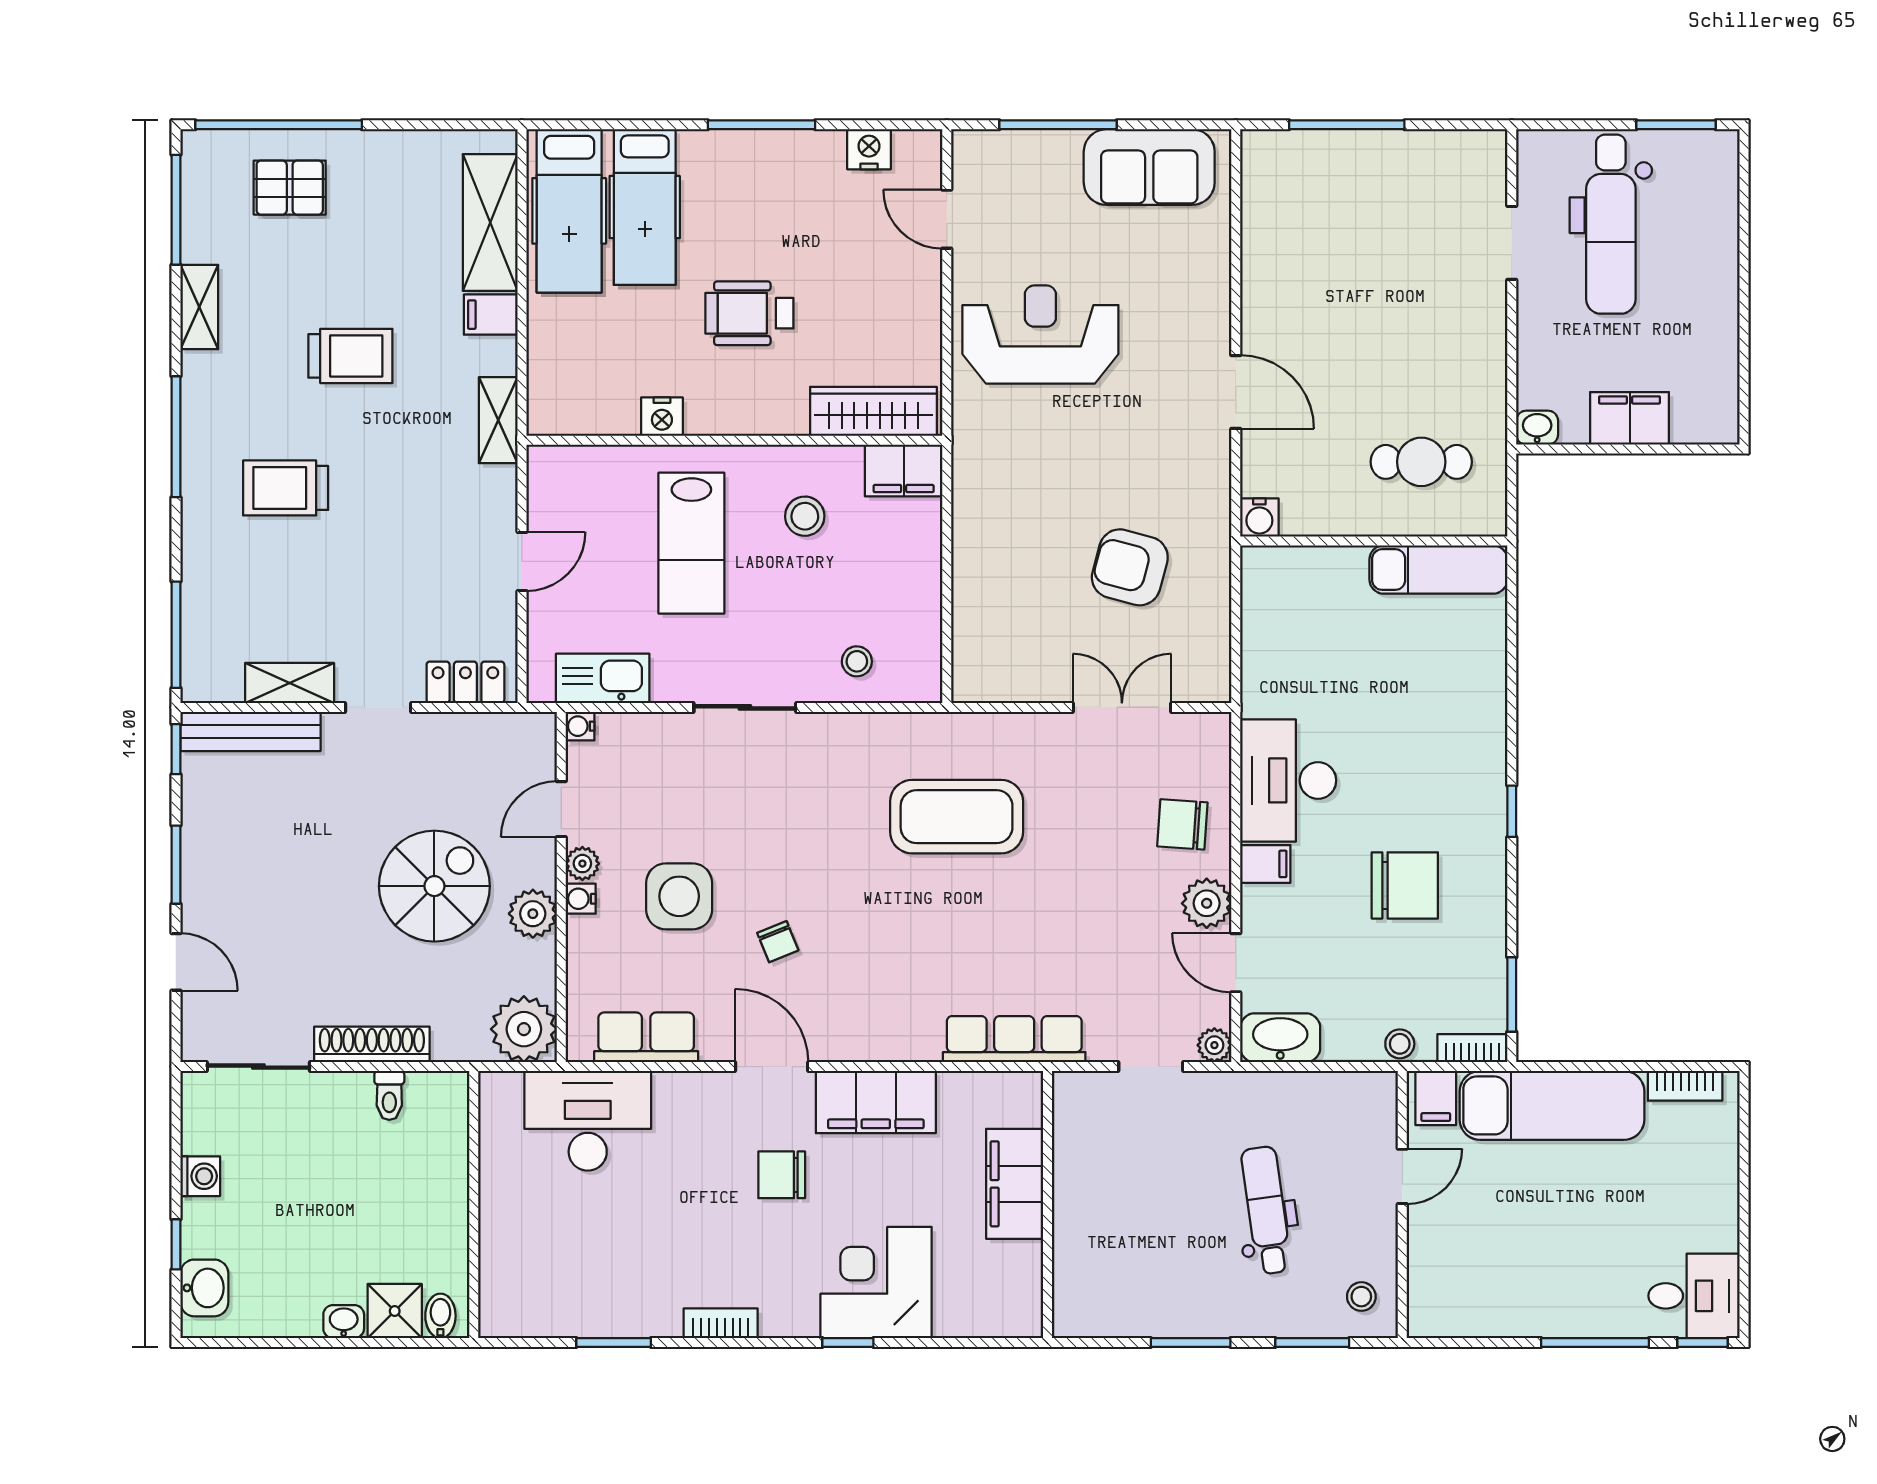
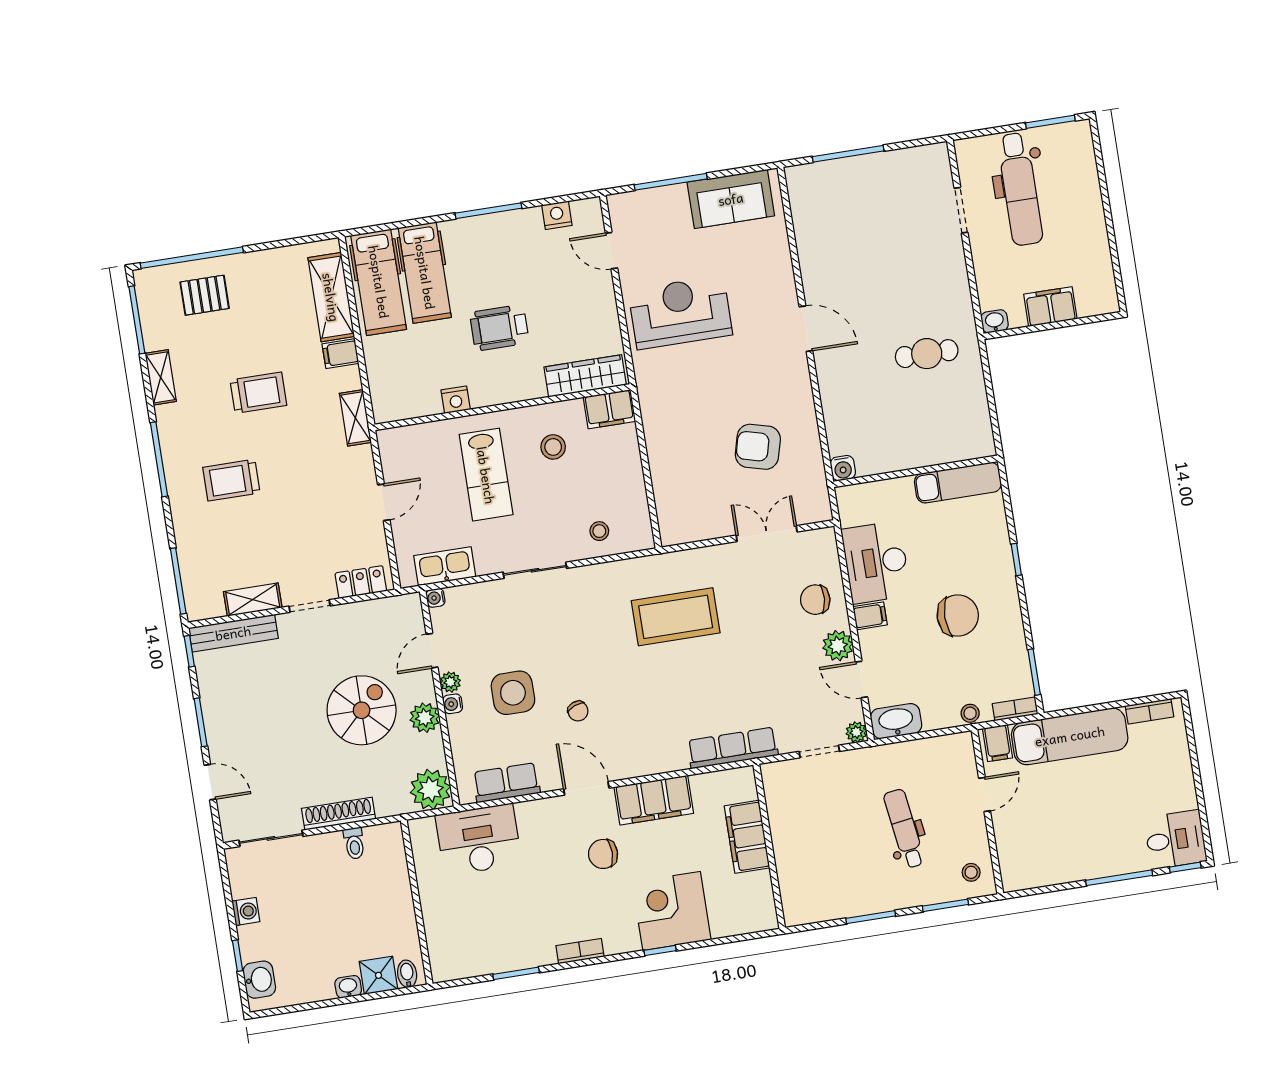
water cooler: (1259, 517) -> (843, 468), moved
wall: (1374, 541) -> (915, 471), moved
exam couch: (1438, 570) -> (958, 483), moved

